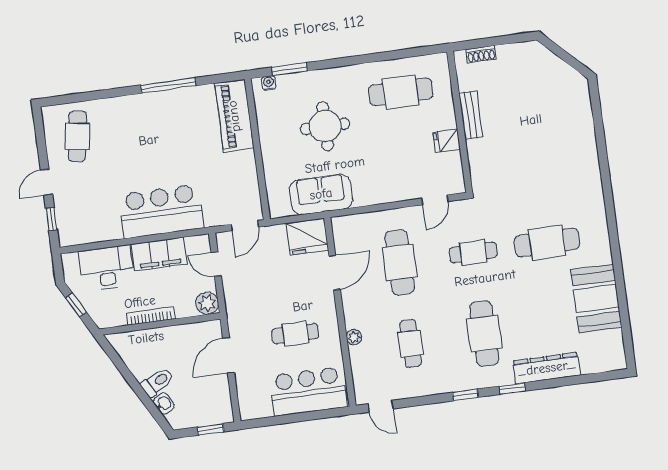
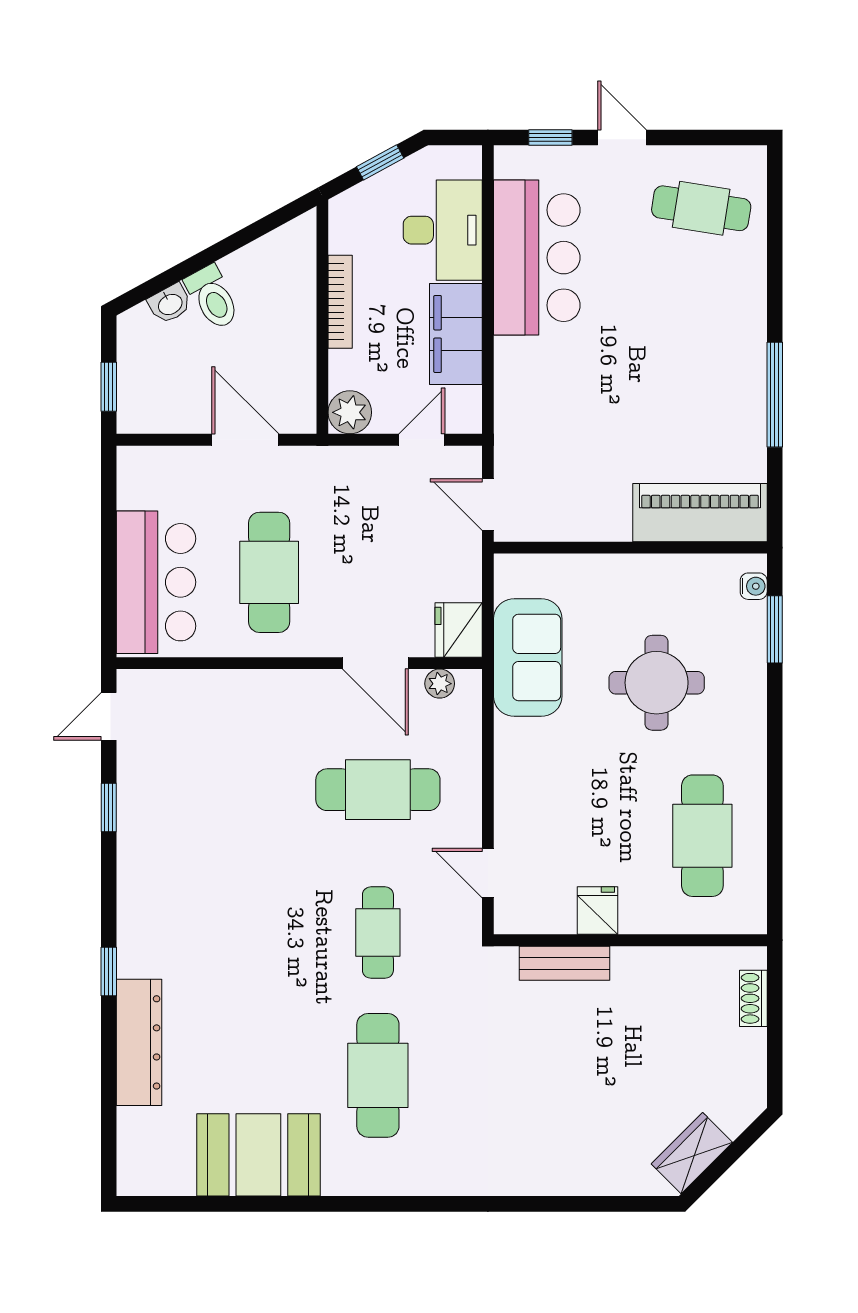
wardrobe: (565, 75) -> (692, 1153), added
bench: (471, 115) -> (564, 963), moved
bar counter: (161, 211) -> (537, 258), moved
fridge: (307, 237) -> (459, 630), width x0.73, depth x0.75
cafe table: (295, 334) -> (269, 572), width x1.37, depth x1.35
cafe table: (484, 334) -> (221, 933), removed
plant: (354, 337) -> (440, 684), moved
cafe table: (411, 344) -> (221, 790), removed
window: (465, 395) -> (109, 808), moved

